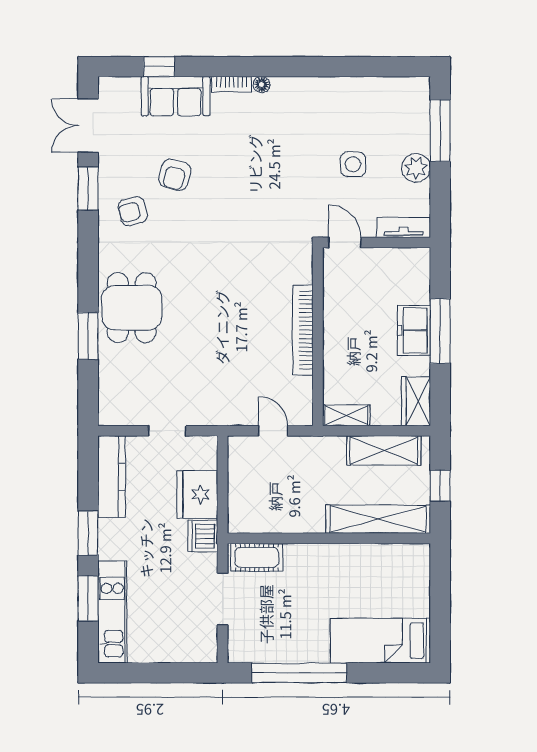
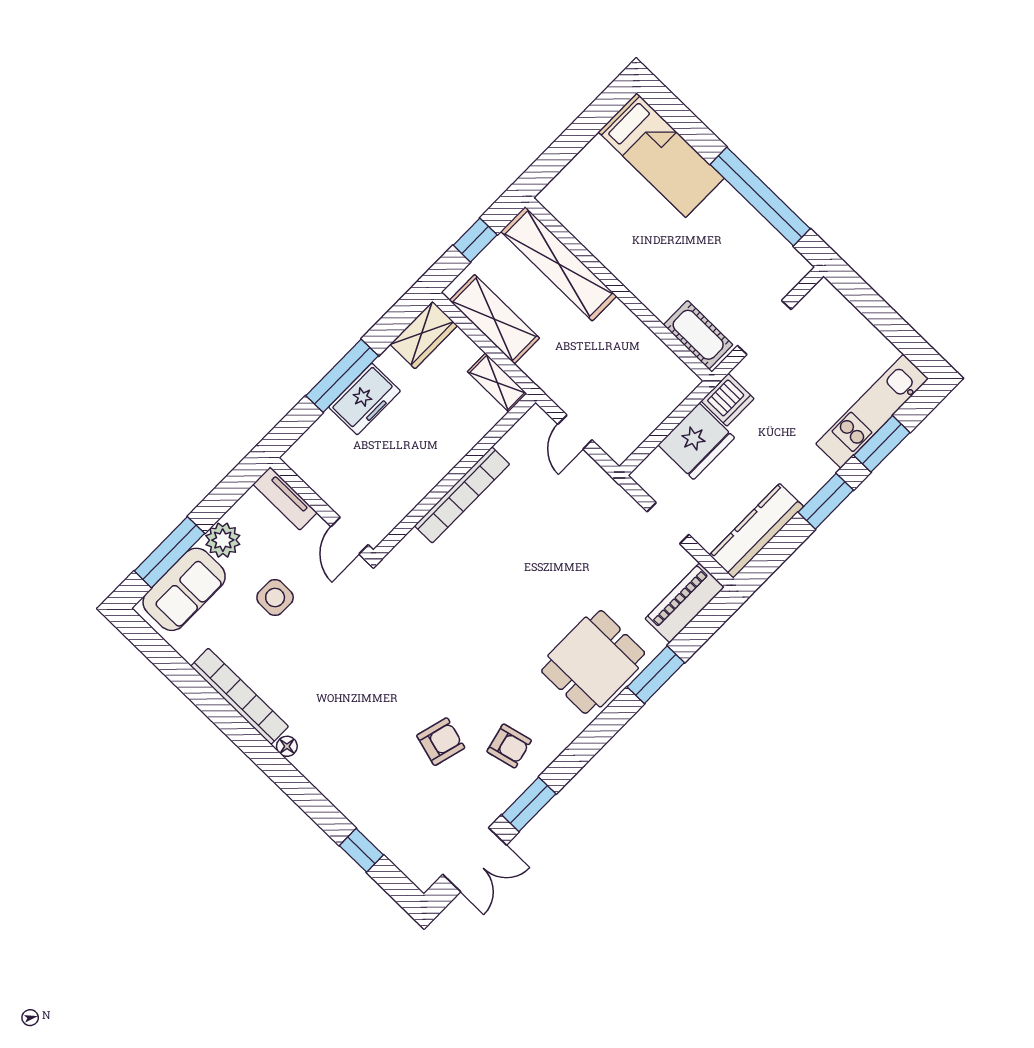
bookcase: (232, 84) -> (240, 696), moved, width x2.31, depth x1.31
sofa: (176, 96) -> (184, 589), moved, turned 90
piano: (112, 394) -> (685, 603), added

